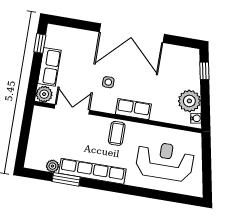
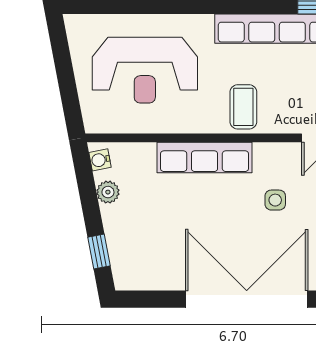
plant: (189, 101) -> (108, 192), width x0.53, depth x0.53
row of seats: (133, 109) -> (205, 157), width x1.48

